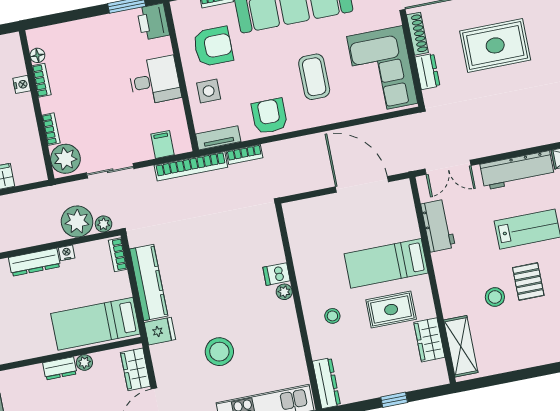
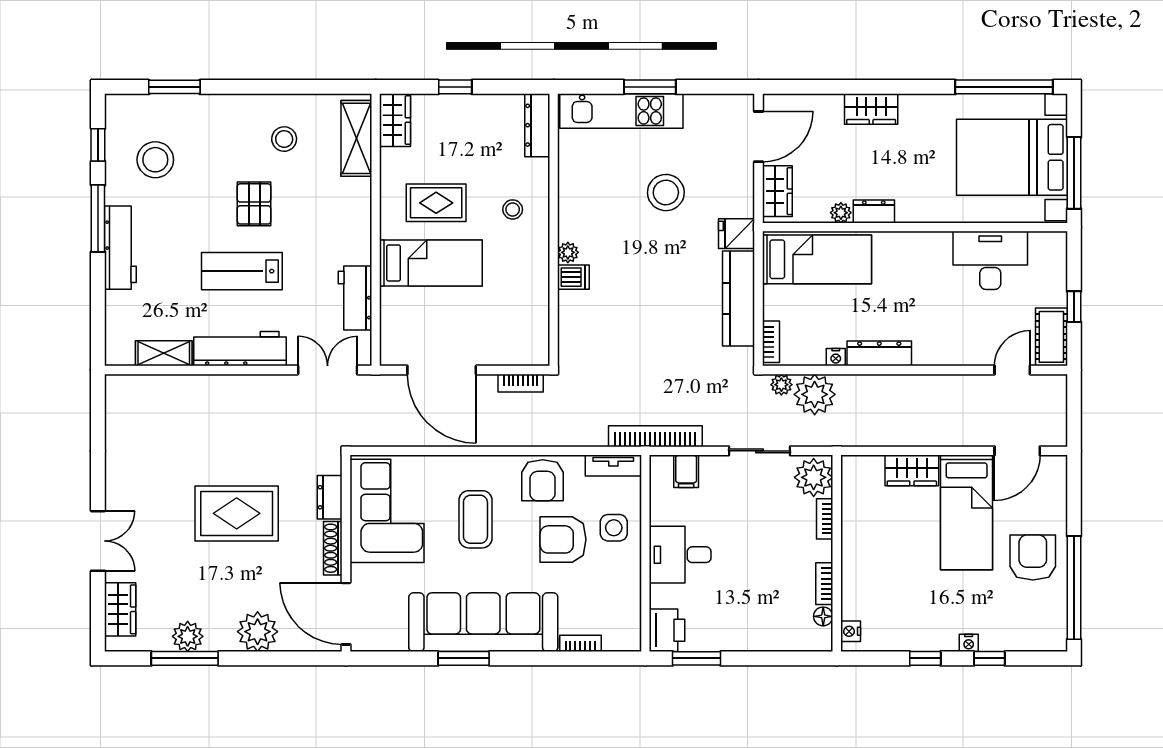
armchair: (213, 46) -> (563, 539), moved
nightstand: (22, 84) -> (851, 631), moved
bookcase: (245, 154) -> (521, 383), moved, turned 180
stool: (495, 297) -> (284, 139), moved
wardrobe: (429, 340) -> (395, 120), moved

